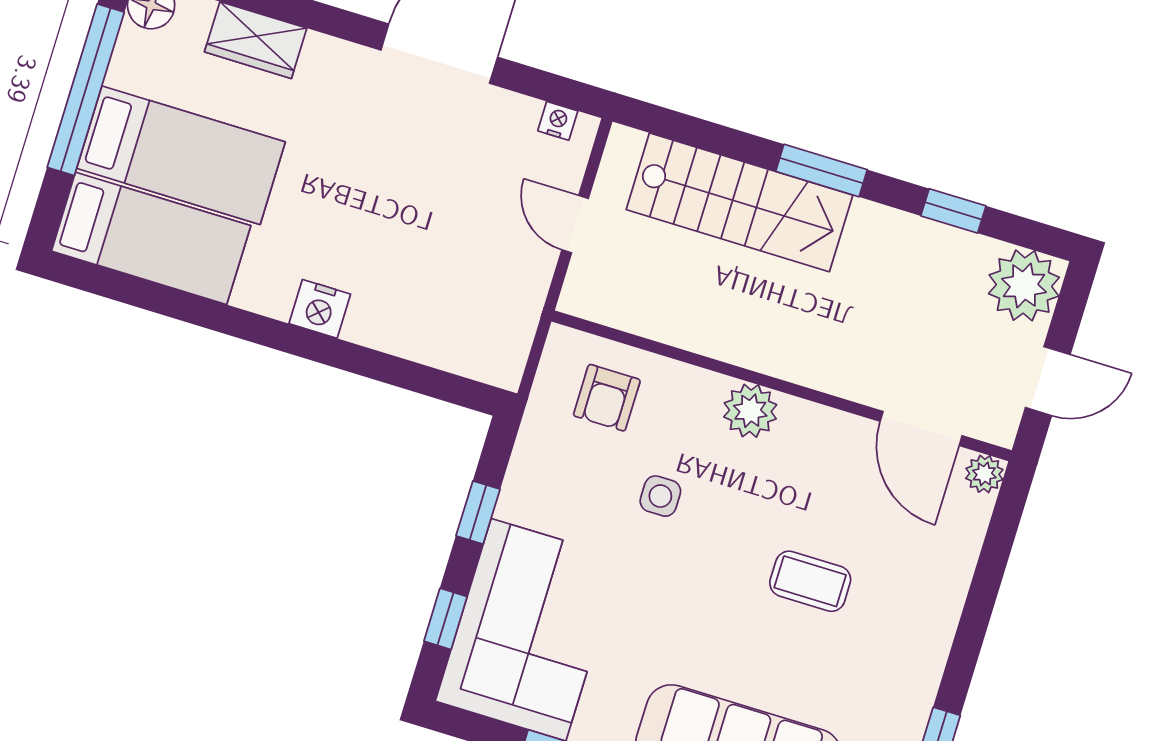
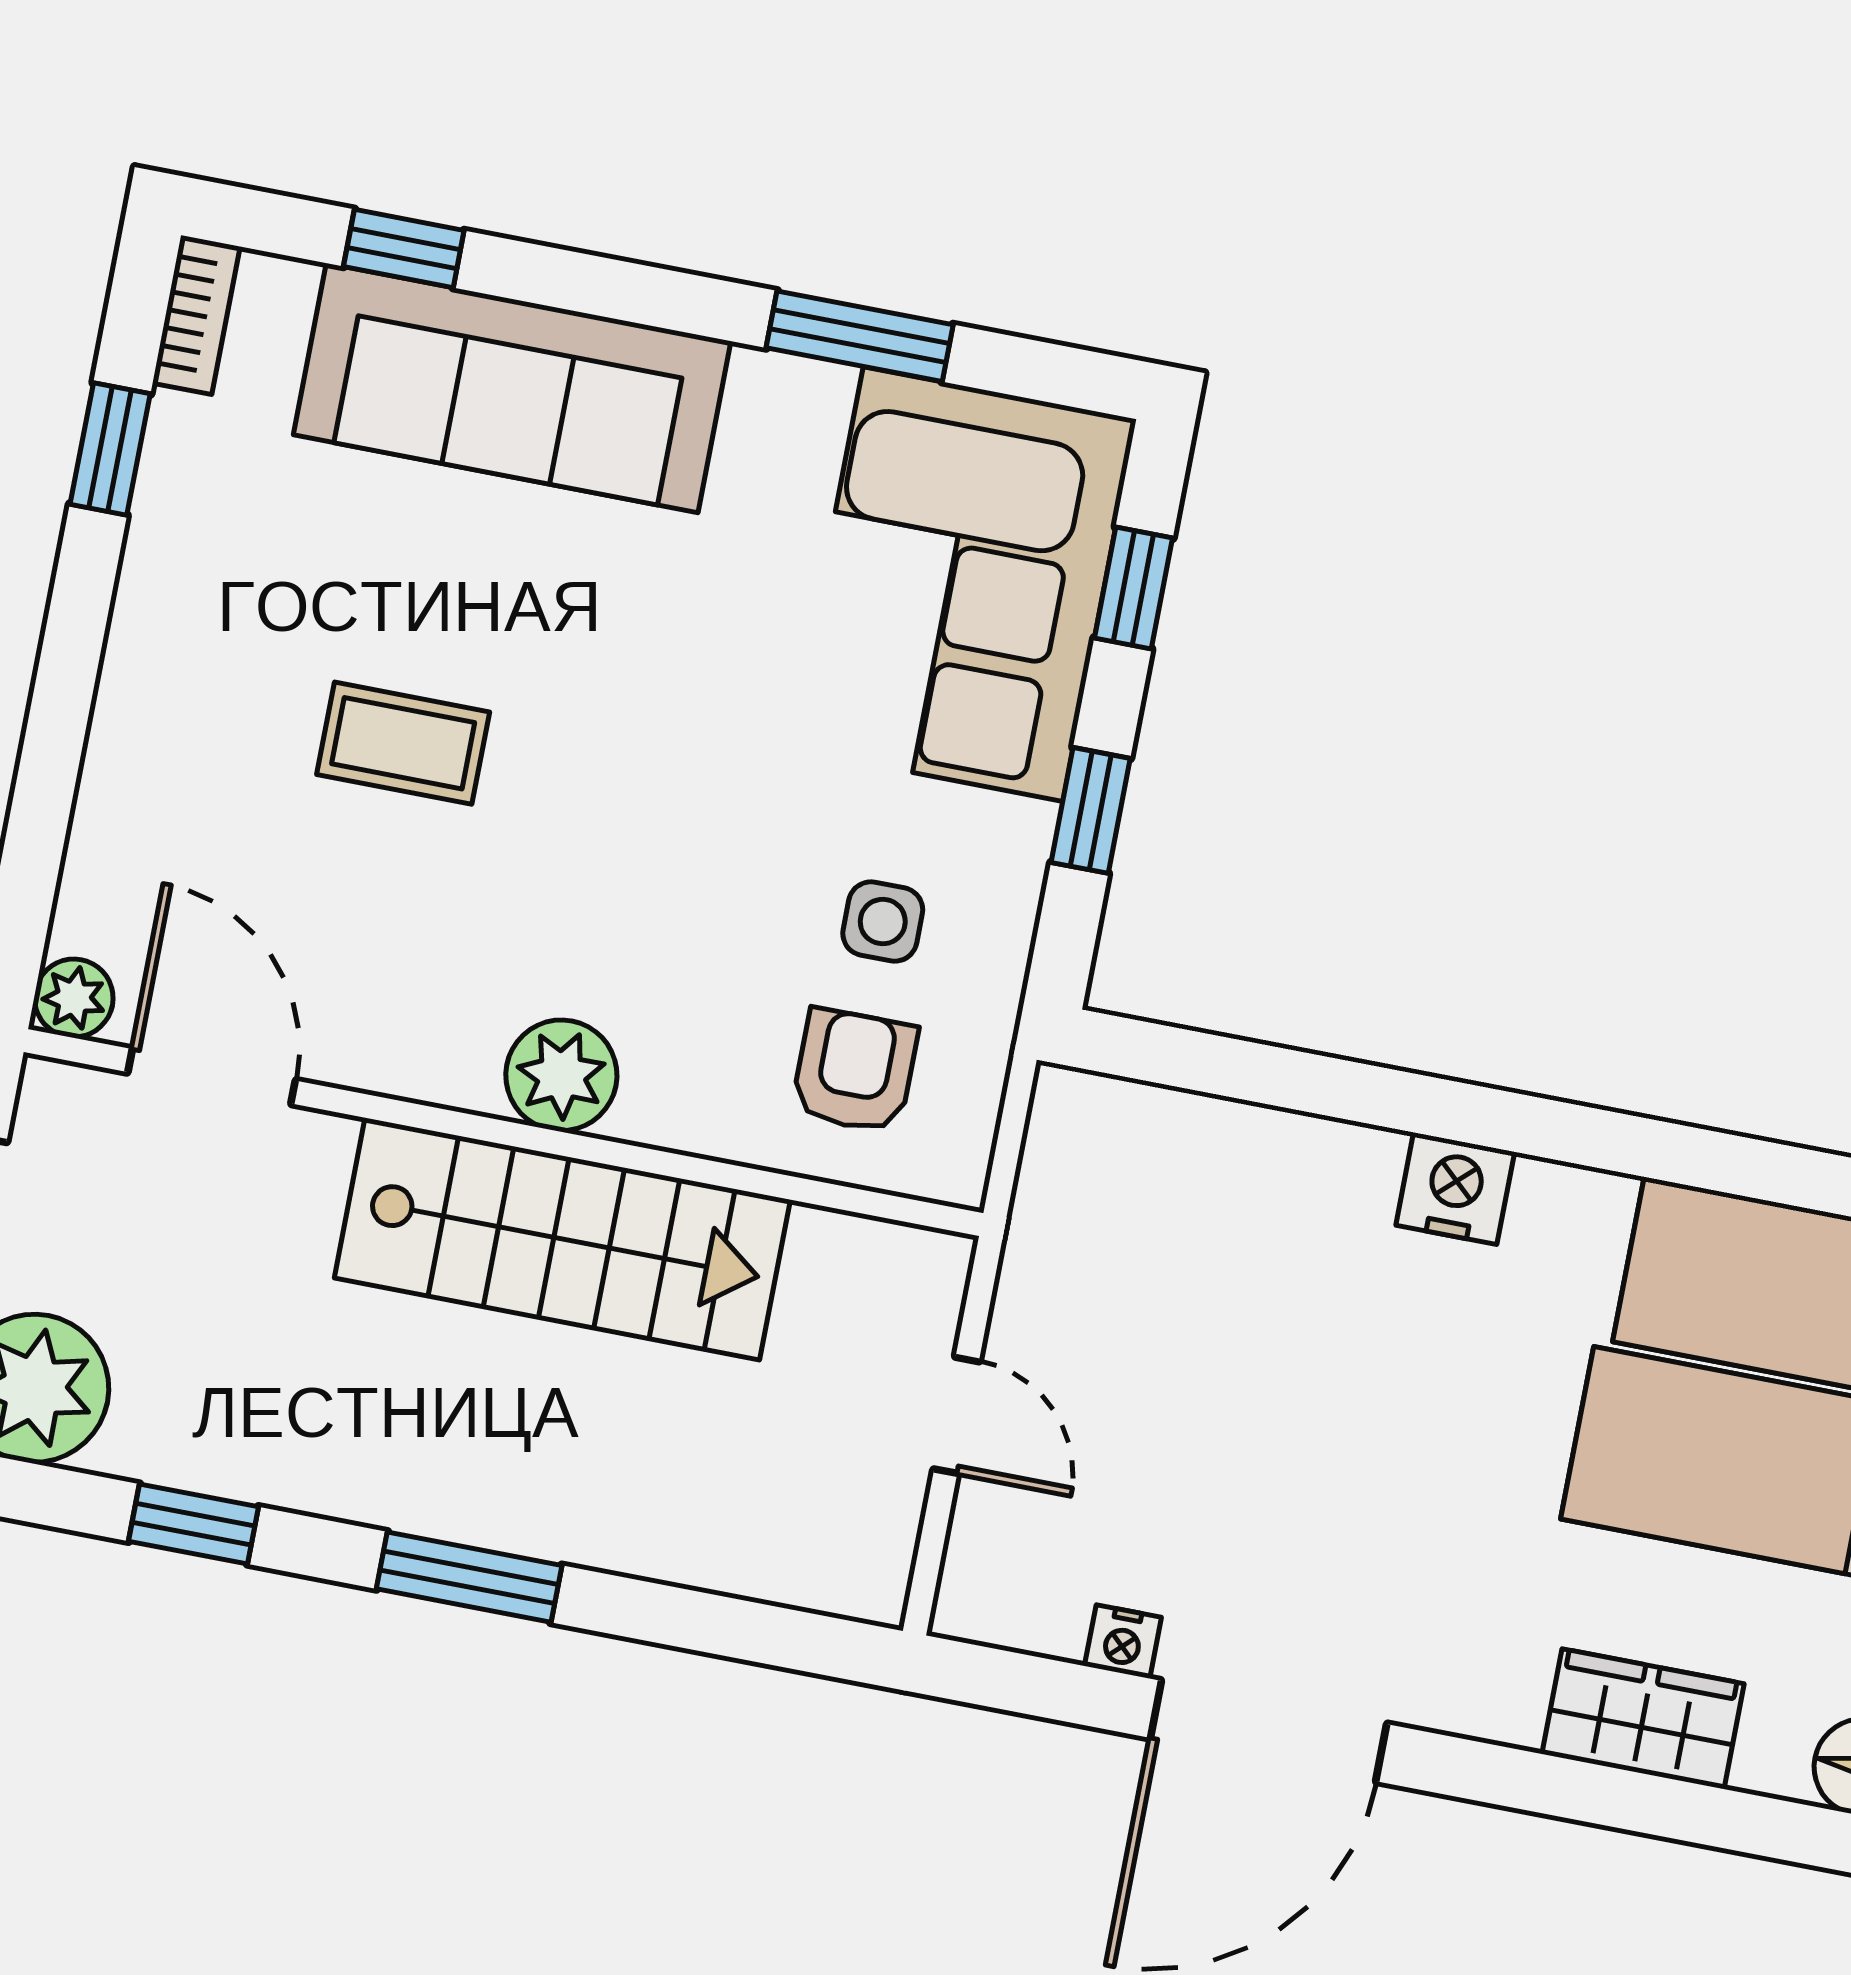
nightstand: (558, 121) -> (1123, 1642), moved
stairs: (739, 202) -> (562, 1239), moved, turned 180
side table: (660, 496) -> (883, 922), moved

